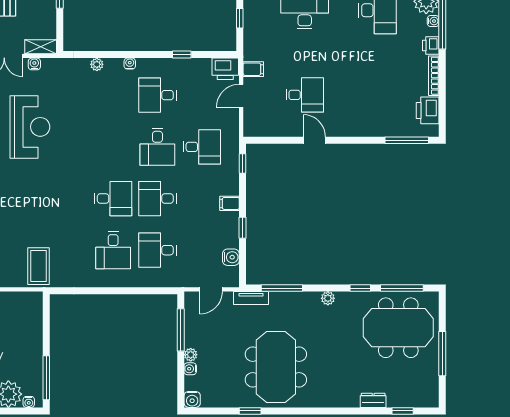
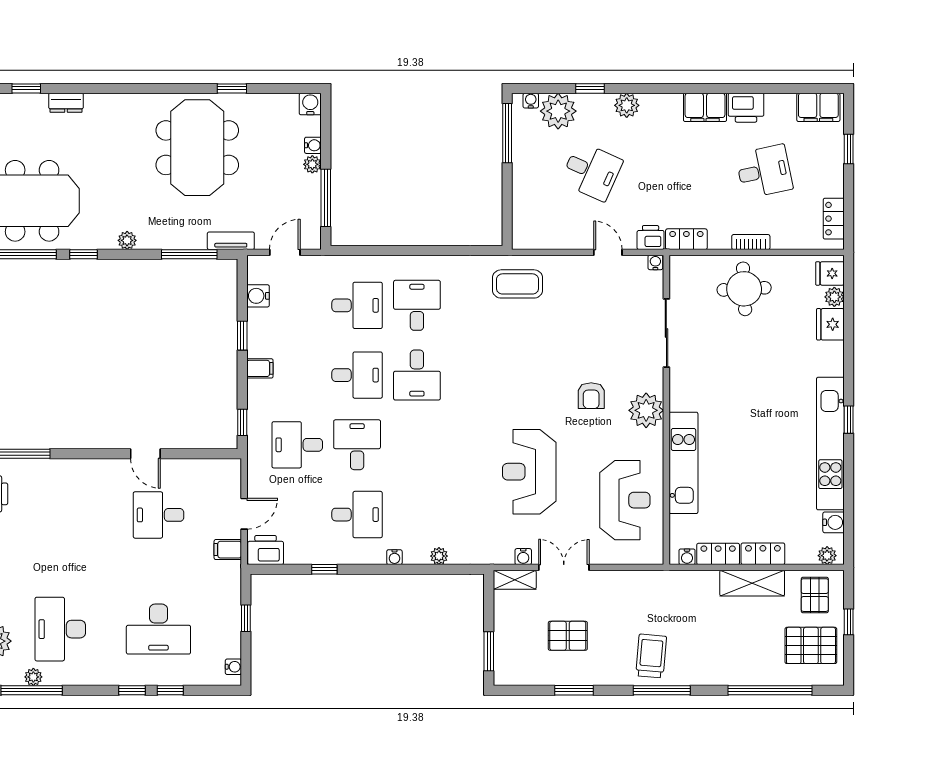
desk: (113, 199) -> (417, 375), turned -90
coffee table: (39, 266) -> (518, 284), turned 90

